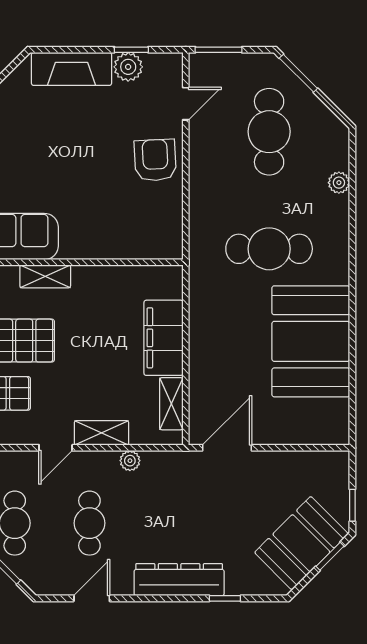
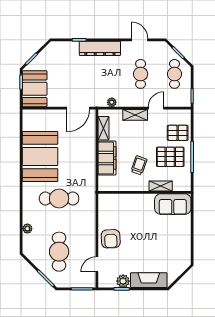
trolley: (93, 322) -> (139, 165), added
plant: (130, 461) -> (112, 102), moved
booth: (301, 543) -> (35, 89), moved, turned -45
door: (92, 598) -> (140, 40), swing flipped

